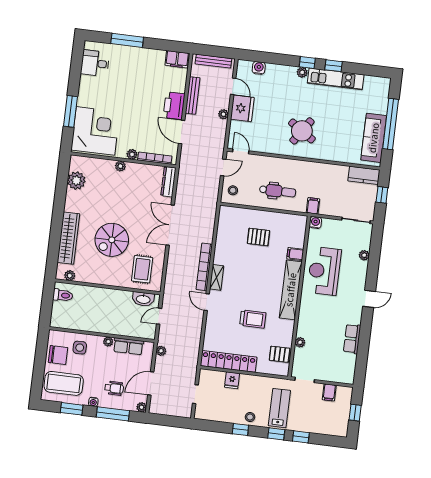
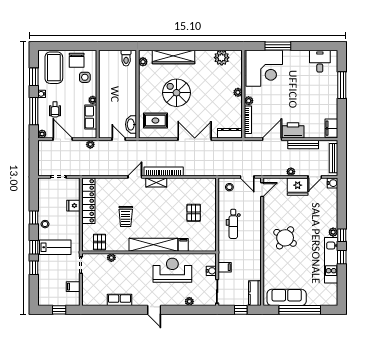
water cooler: (259, 68) -> (332, 183), moved
filing cabinet: (313, 206) -> (225, 267), moved
water cooler: (315, 223) -> (211, 271), moved

